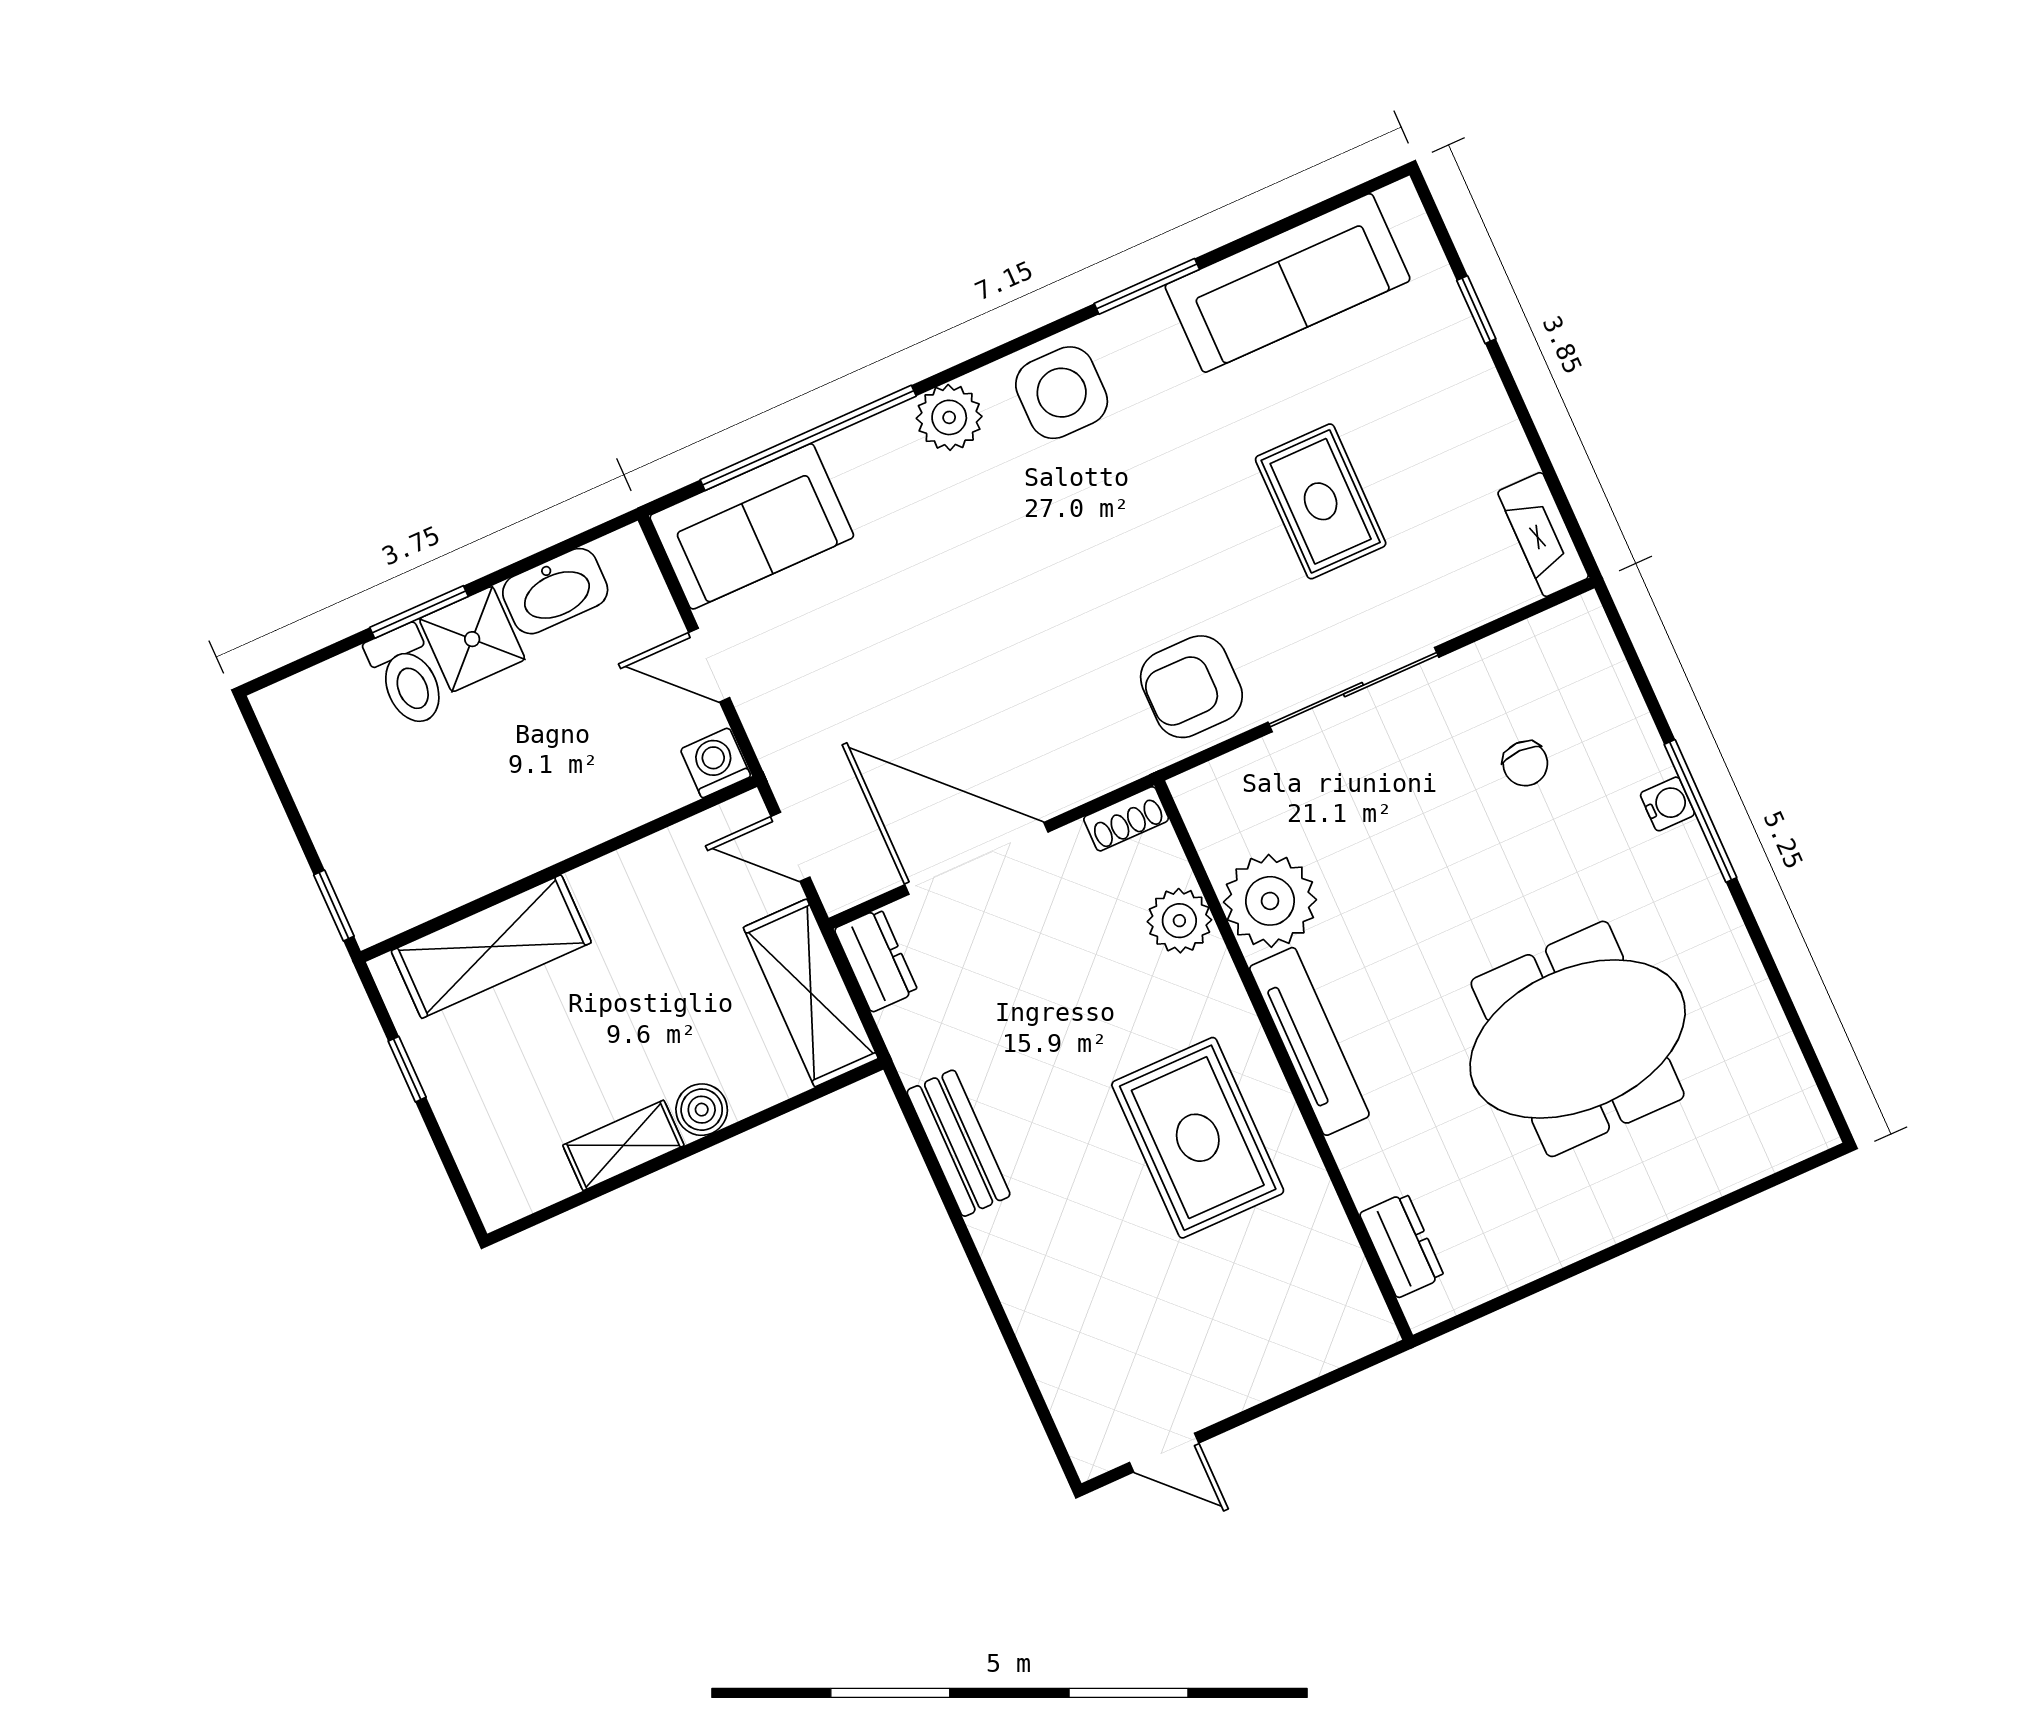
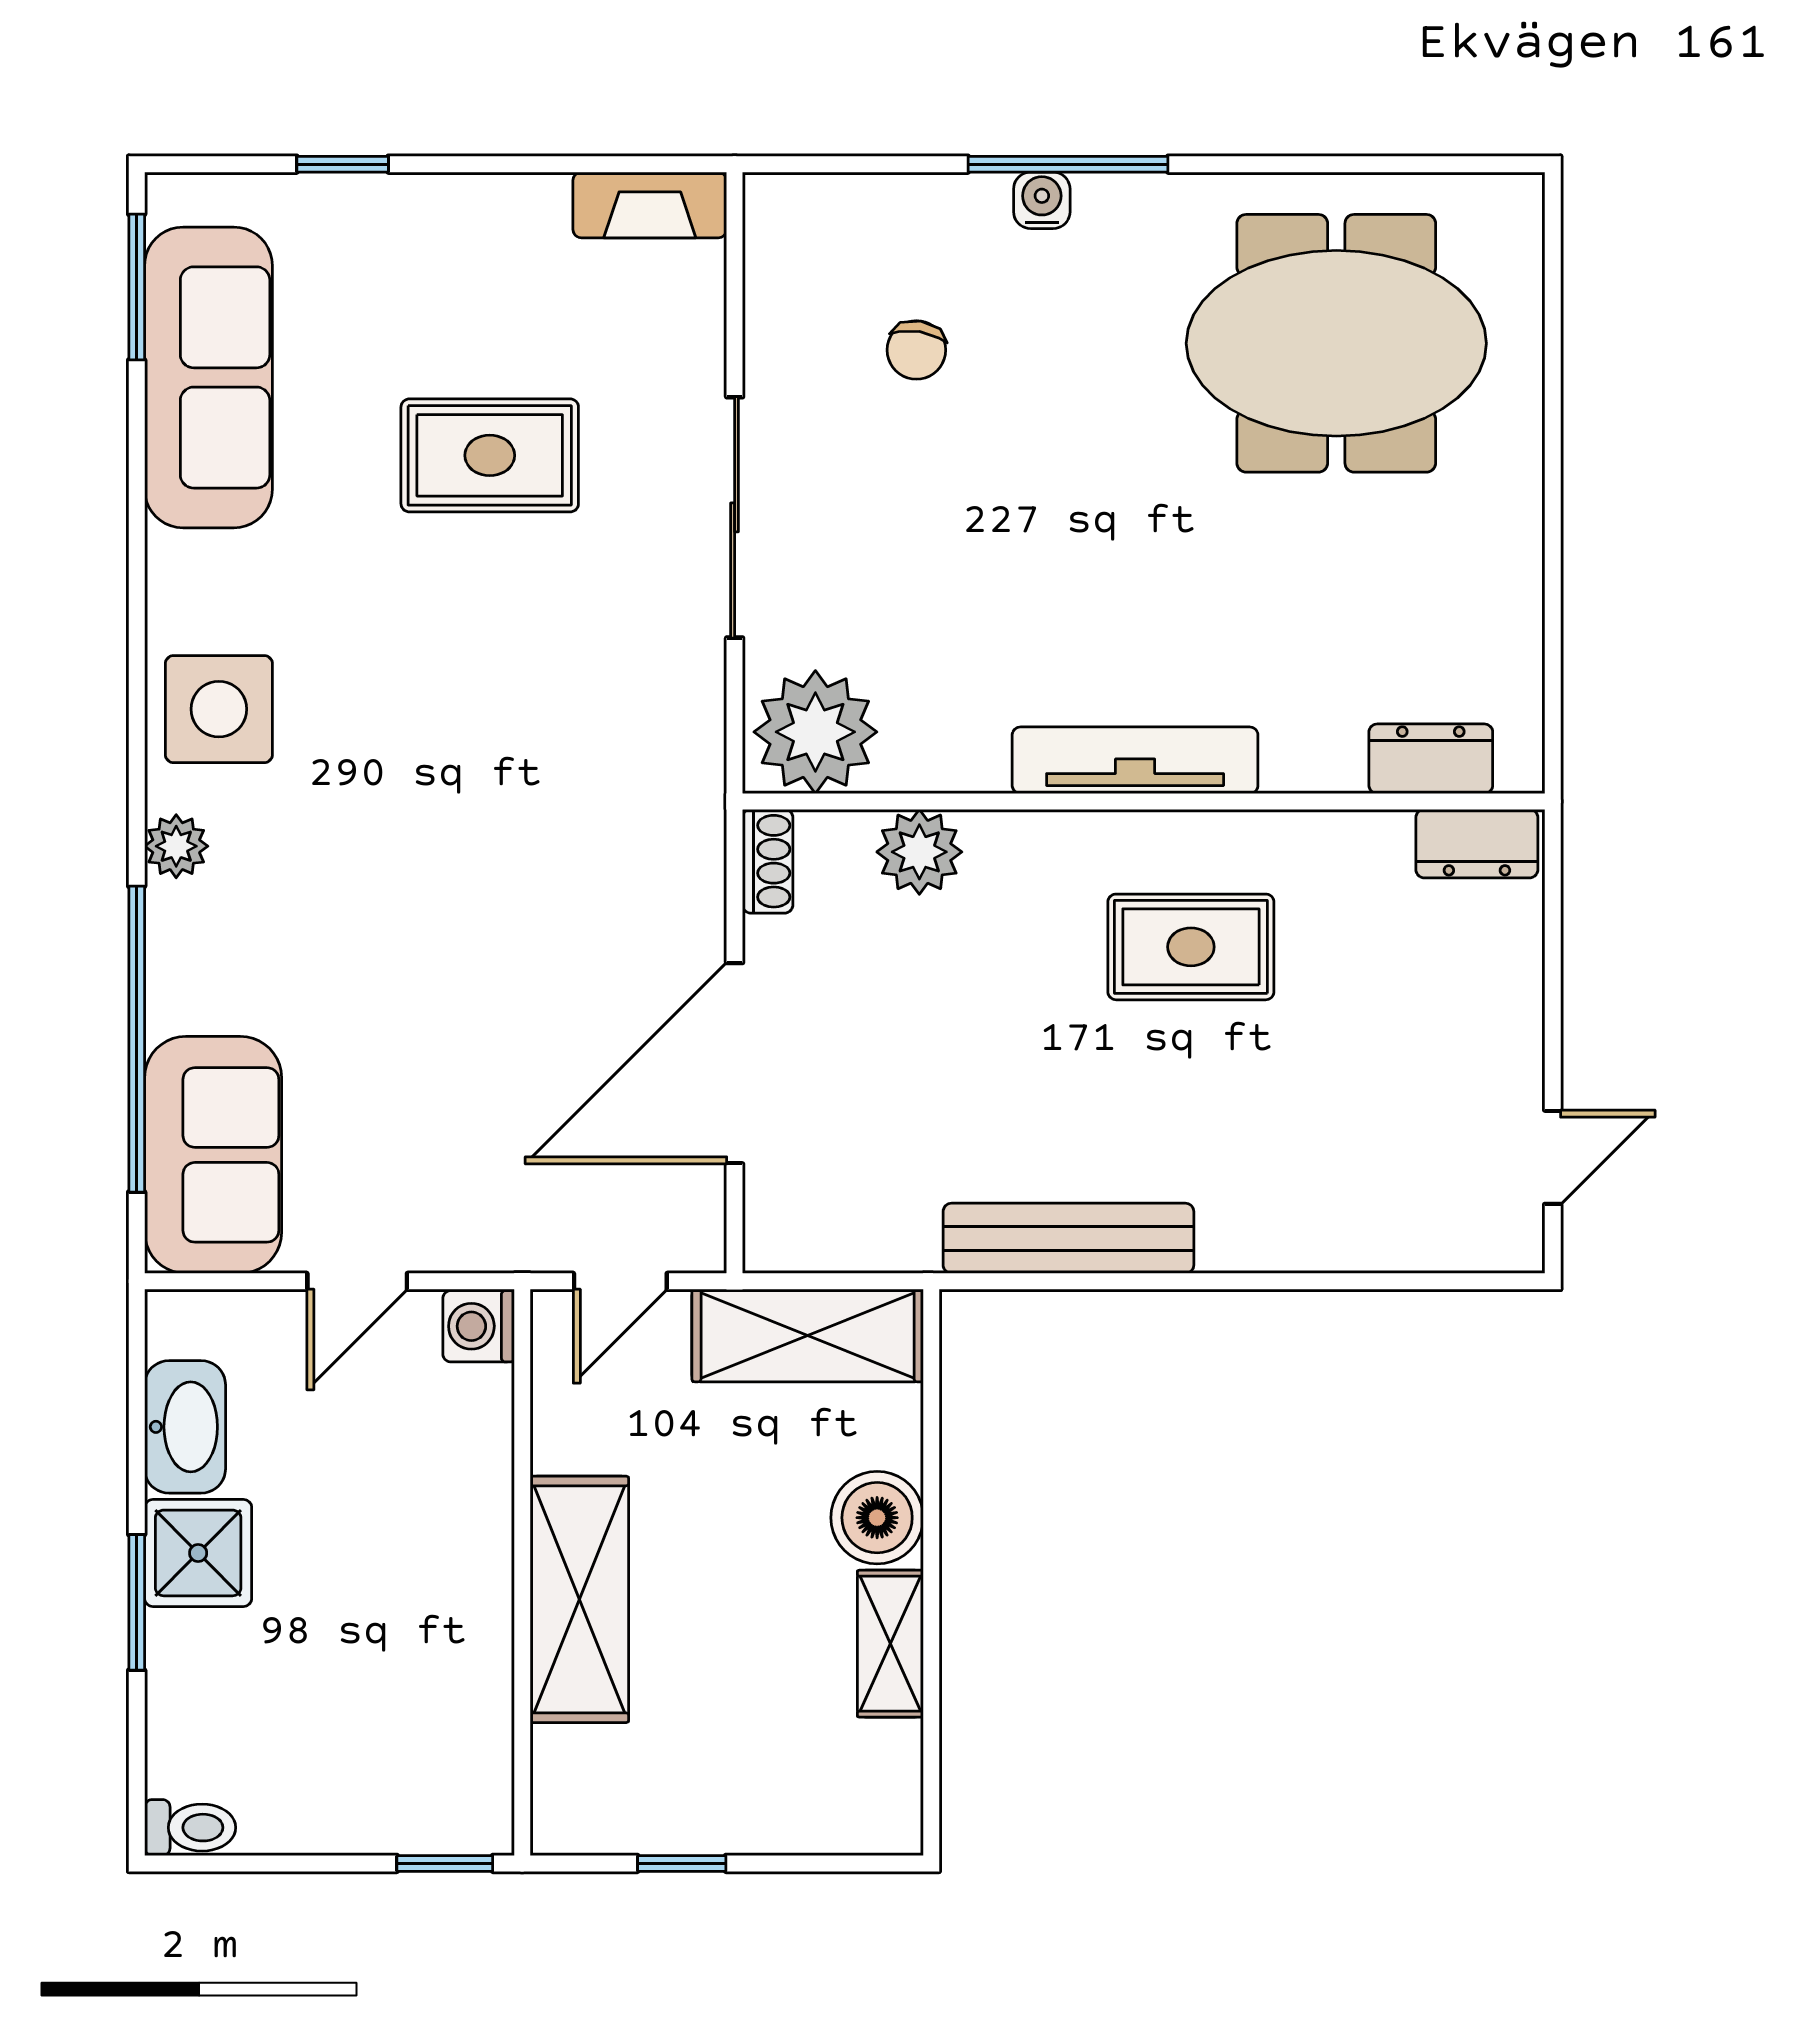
window: (1147, 286) -> (137, 287), moved
plant: (949, 417) -> (176, 846), width x0.73, depth x0.73
toilet: (407, 676) -> (190, 1828), moved, width x0.73, depth x0.72
armchair: (1191, 687) -> (644, 711), removed
chair: (1525, 764) -> (916, 350), turned 99
plant: (1270, 901) -> (815, 732), moved
shelving: (491, 947) -> (579, 1599), moved
dresser: (876, 960) -> (1477, 844), moved, turned 180
meeting table: (1578, 1039) -> (1336, 343), moved, turned 90
boiler: (702, 1110) -> (877, 1518), width x1.36, depth x1.36
rug: (1198, 1138) -> (1191, 947), width x0.73, depth x0.70
bench: (959, 1143) -> (1068, 1238), width x1.36

